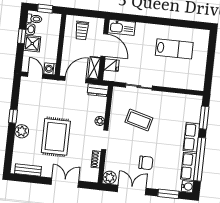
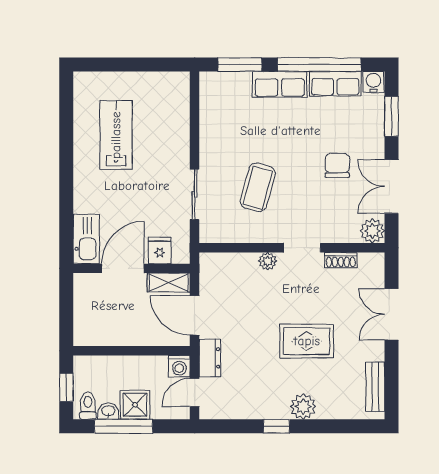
trolley: (82, 30) -> (100, 314), removed
window: (22, 36) -> (123, 426), width x2.17
dresser: (98, 90) -> (210, 358), moved
rug: (56, 137) -> (307, 341), width x0.73, depth x0.70

